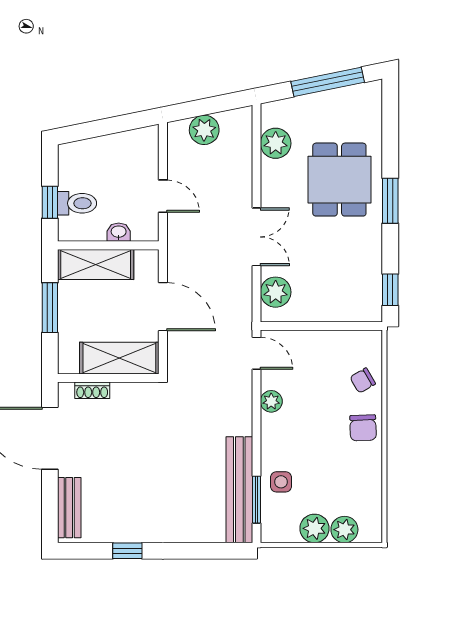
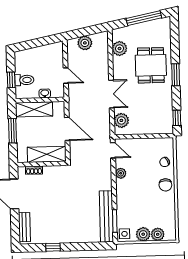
side table: (281, 482) -> (124, 234), moved

